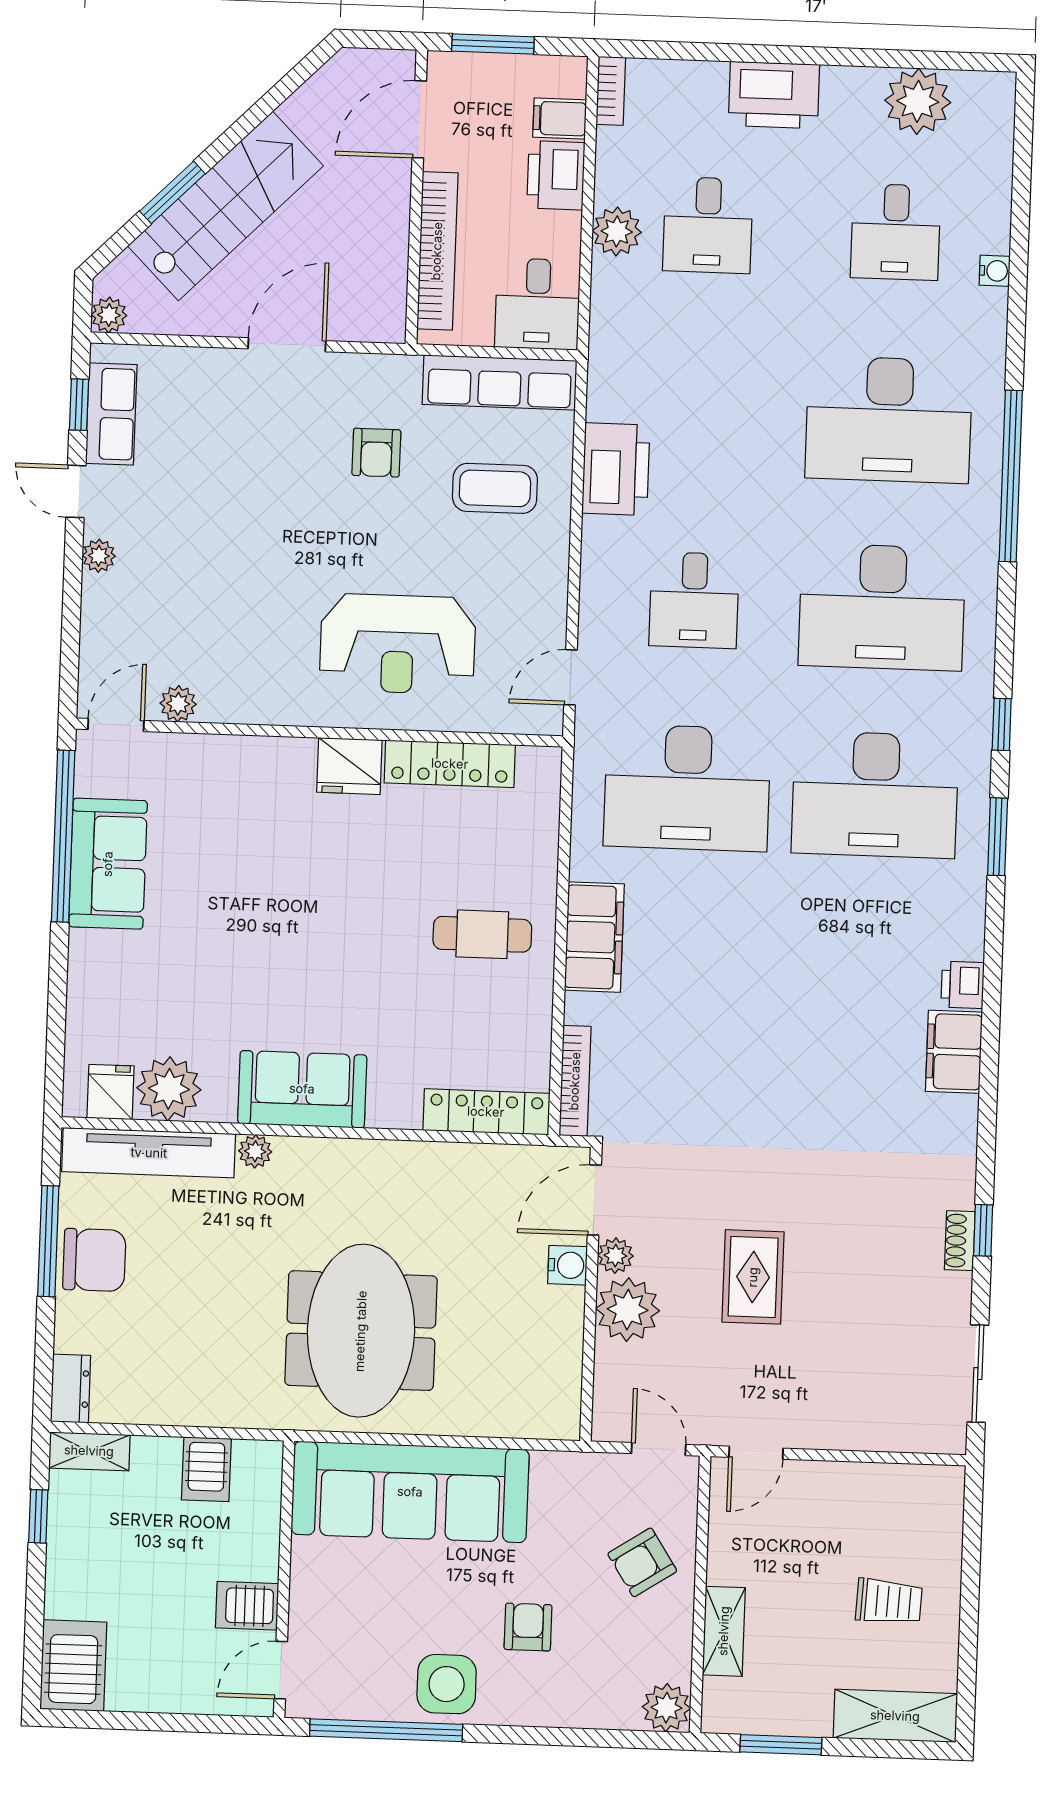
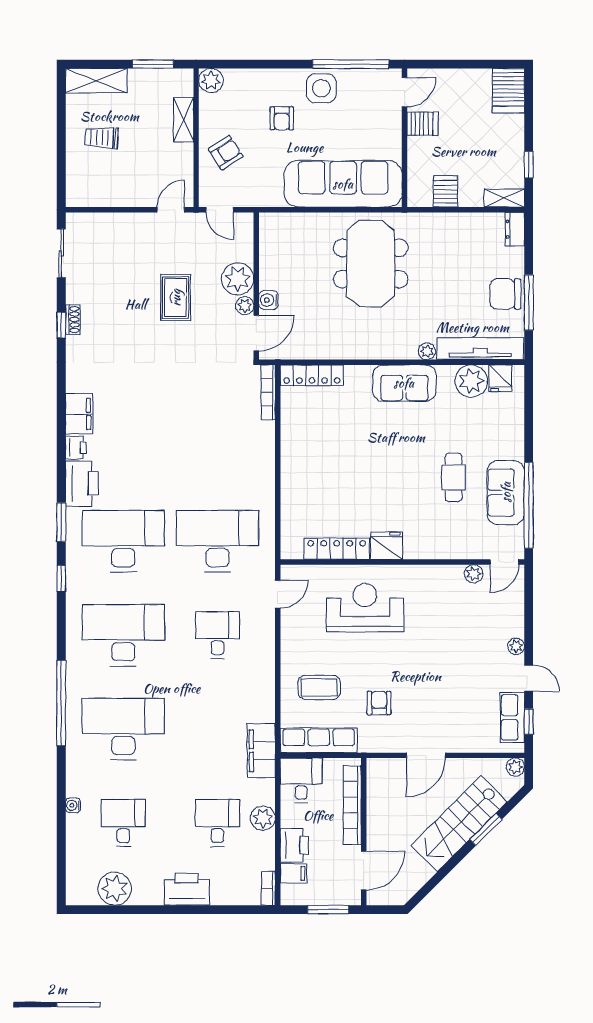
printer: (616, 469) -> (82, 483), moved, turned 180
cafe table: (482, 934) -> (454, 477), moved, turned 90
filing cabinet: (594, 937) -> (261, 751), moved

